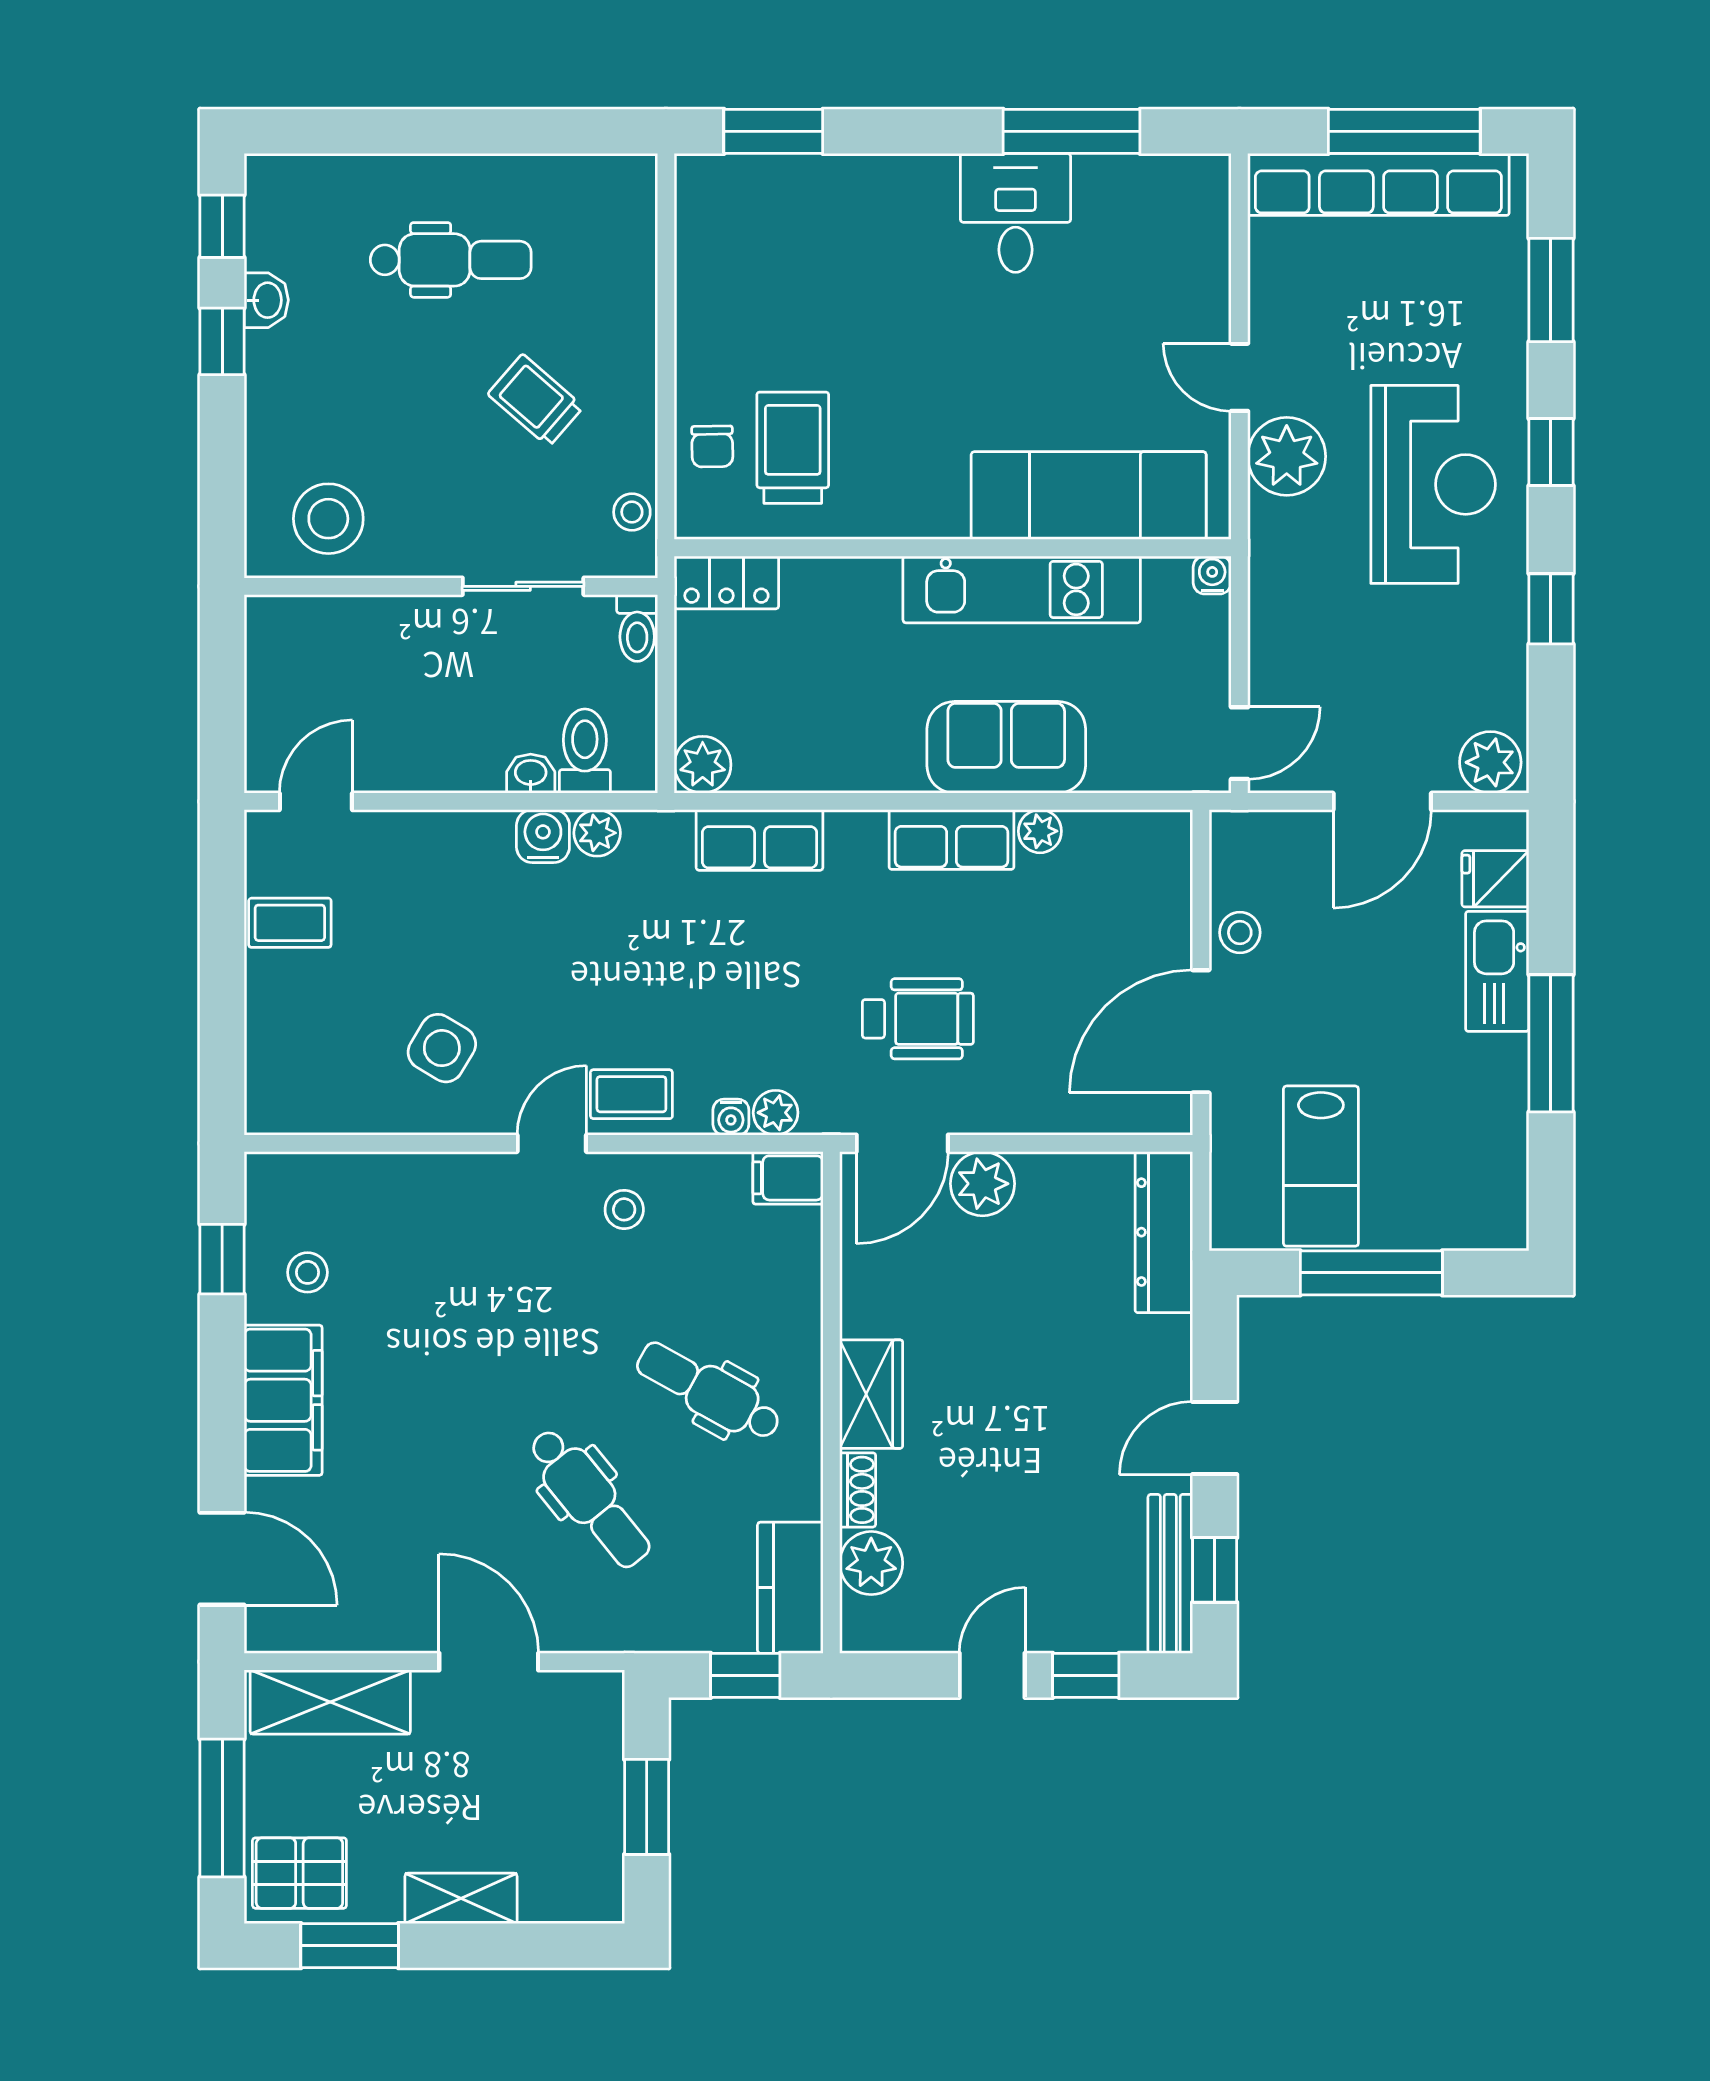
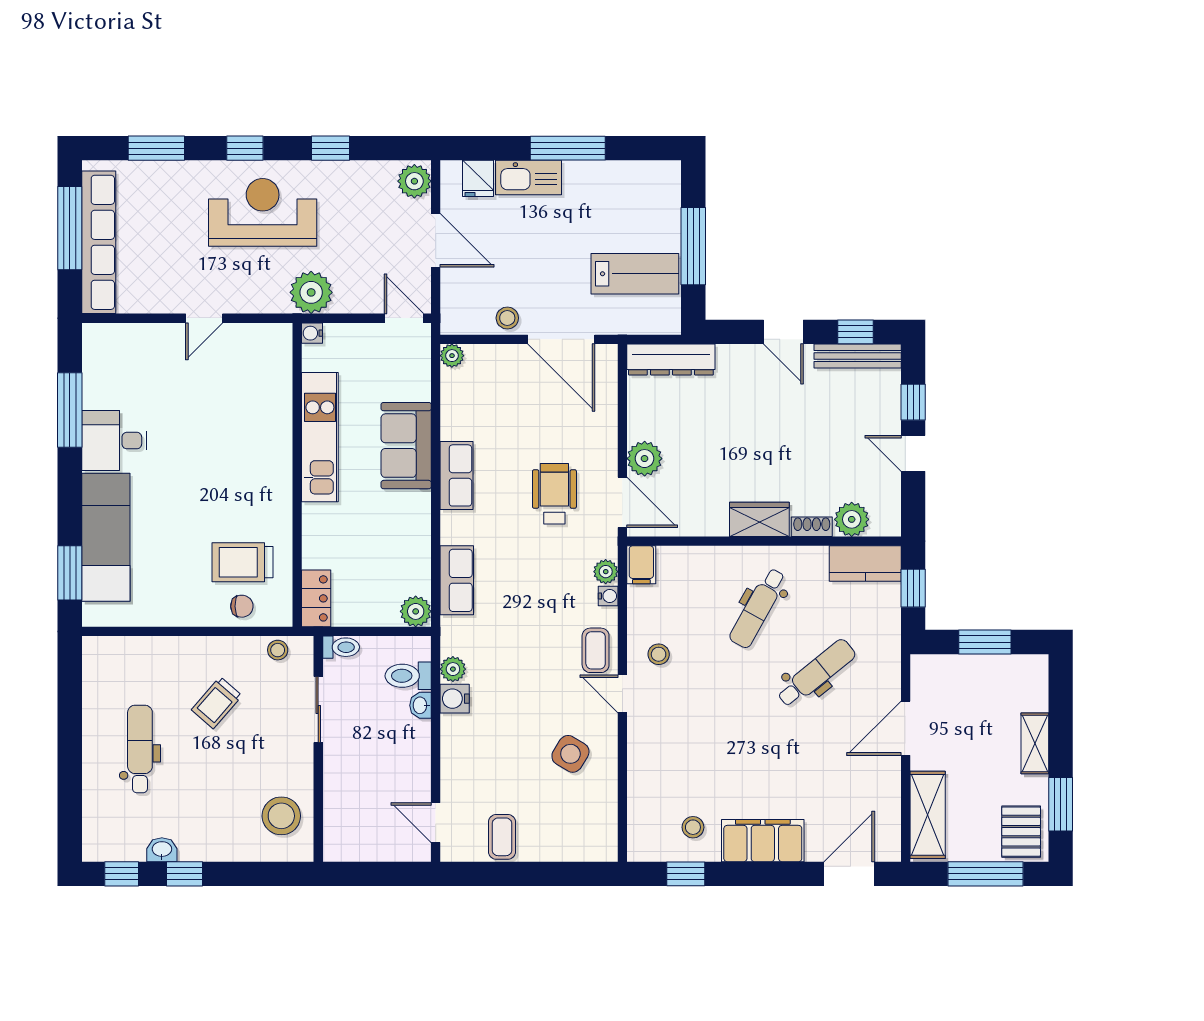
plant: (1287, 456) -> (311, 292), moved
exam couch: (1089, 496) -> (106, 537), moved, turned 180
plant: (1040, 831) -> (452, 356), moved

